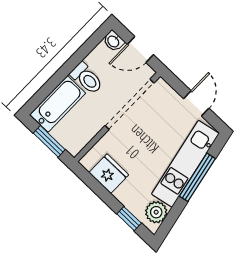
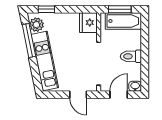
door: (196, 103) -> (78, 95), moved
bathtub: (58, 104) -> (123, 21), moved, turned -90
fridge: (109, 174) -> (88, 23), moved, turned 90
window: (197, 177) -> (29, 40), moved

